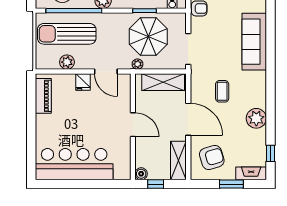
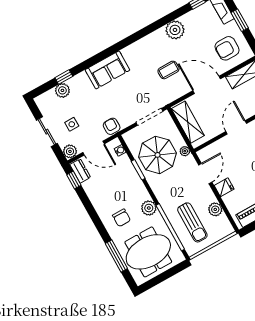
sun lounger: (67, 34) -> (192, 222), width x0.73, depth x0.75
sofa: (254, 42) -> (107, 70), width x0.73
door: (188, 119) -> (207, 85), hinge flipped
armchair: (212, 157) -> (227, 48), turned -73

